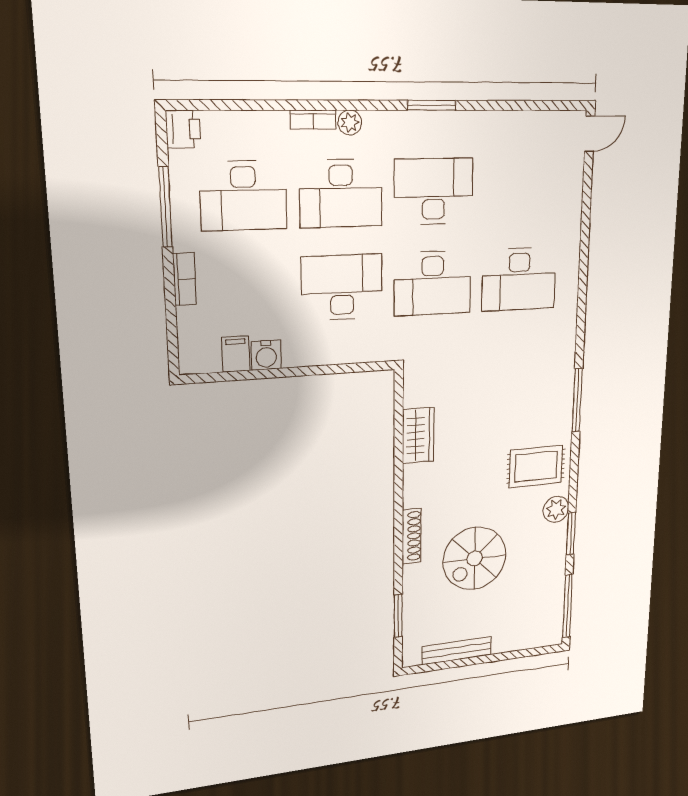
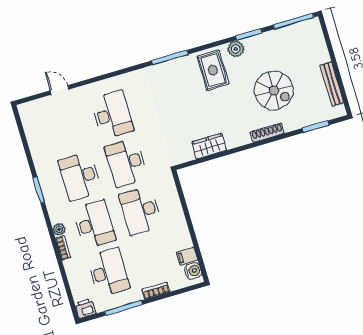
door: (590, 134) -> (60, 90), moved
desk: (433, 283) -> (126, 163), turned 180
water cooler: (266, 355) -> (193, 271), moved

